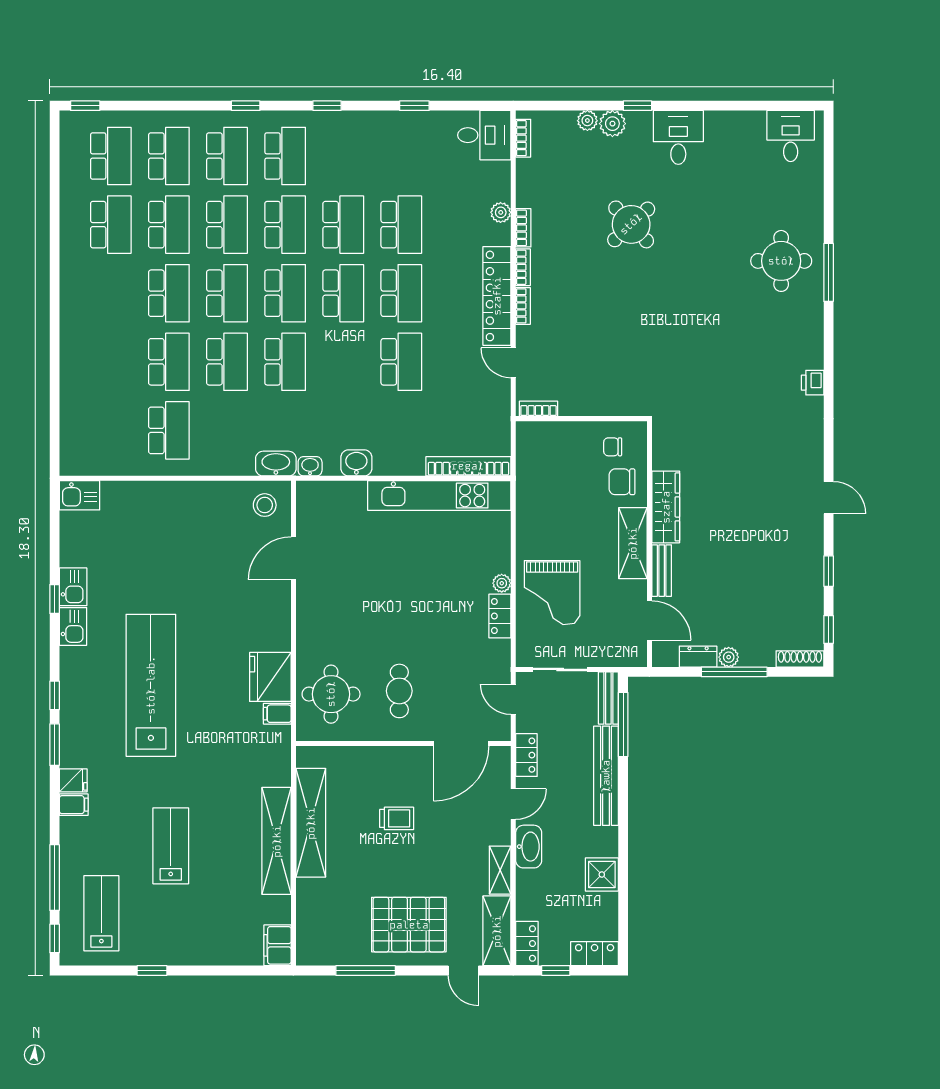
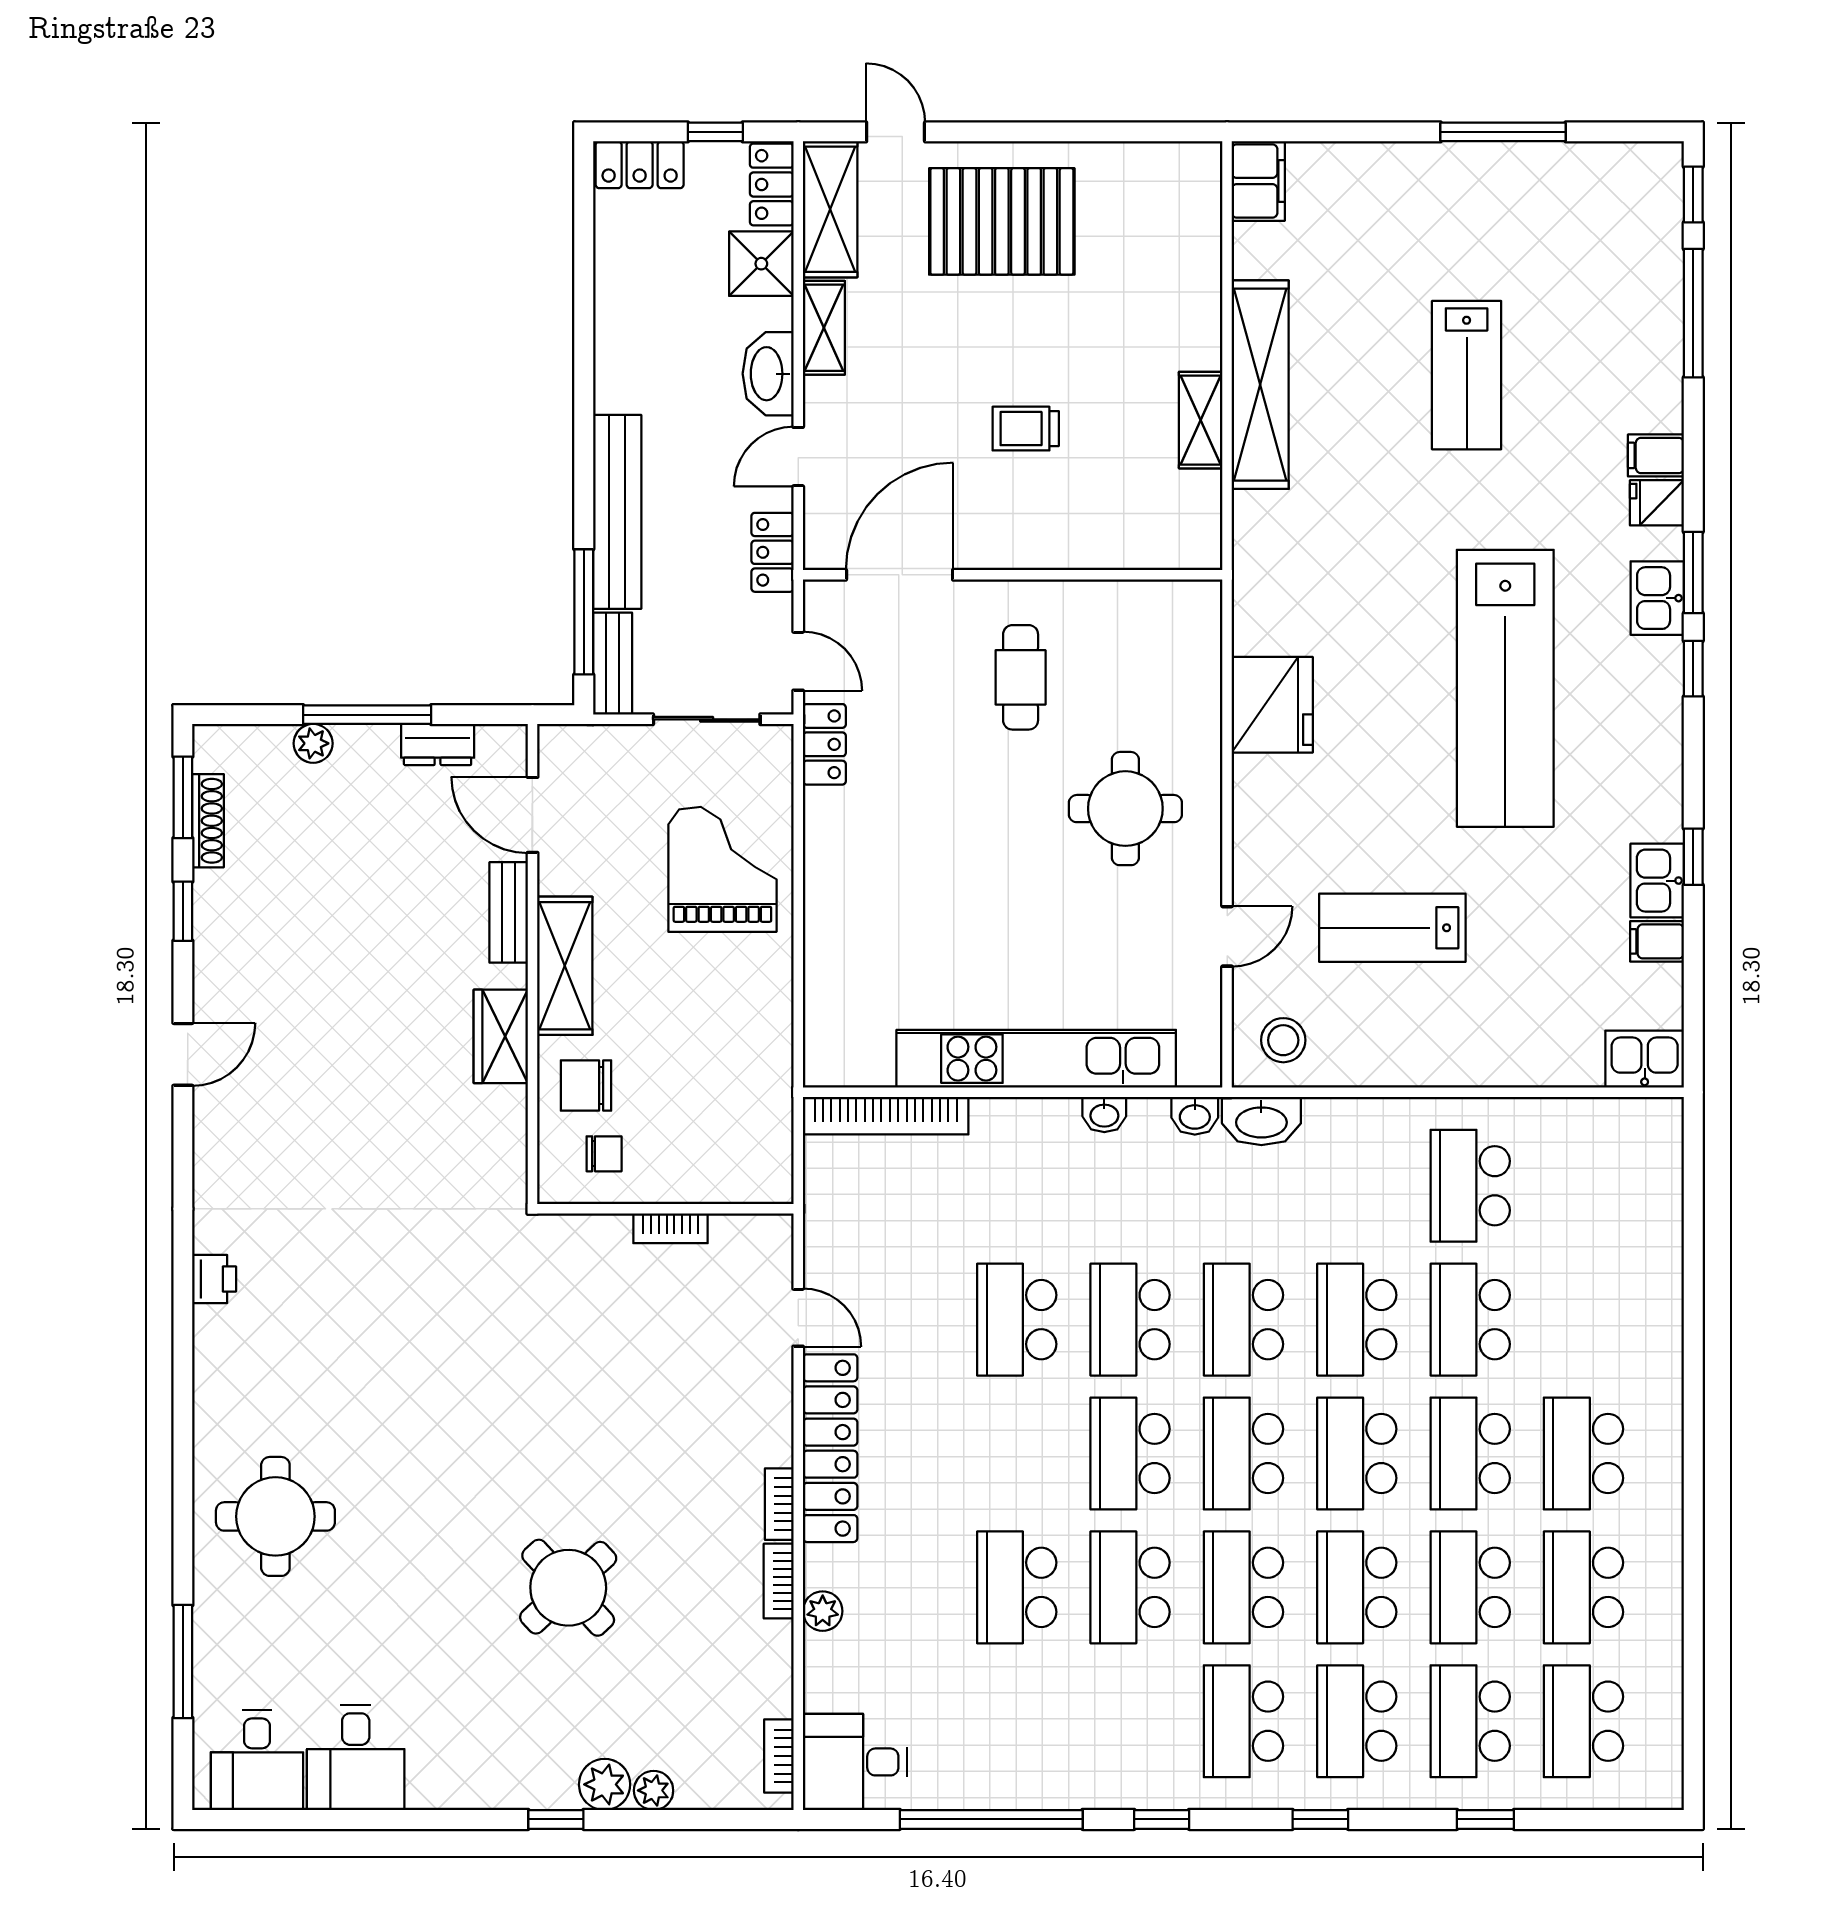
window: (85, 106) -> (1485, 1819), moved
window: (414, 106) -> (991, 1819), width x3.17
desk: (678, 137) -> (356, 1758), moved
window: (829, 272) -> (183, 1662), moved
school desk: (111, 293) -> (1583, 1453), added
school desk: (401, 293) -> (1130, 1320), moved
bookcase: (523, 306) -> (779, 1429), removed
bookcase: (538, 409) -> (670, 1228), moved
washbasin: (356, 463) -> (1104, 1115), width x0.72, depth x0.69
chair: (622, 482) -> (586, 1085), turned 180
kitchen unit: (439, 496) -> (1036, 1059), moved
door: (829, 498) -> (183, 1054), swing flipped
wardrobe: (666, 507) -> (501, 1036), width x0.67
door: (293, 558) -> (1227, 936), width x0.73
plant: (502, 583) -> (821, 888), removed
locker: (500, 616) -> (824, 744), moved
kitchen sink: (73, 626) -> (1657, 598), moved
window: (829, 629) -> (183, 797), width x1.50
plant: (729, 657) -> (313, 743), moved
shoe rack: (800, 659) -> (208, 821), moved, turned -90
round table: (331, 694) -> (1125, 809), moved
filing cabinet: (277, 714) -> (1657, 941), moved, turned 180
shelving: (311, 823) -> (1201, 420), width x0.45, depth x0.75
shower: (602, 874) -> (761, 264), moved
lab bench: (101, 913) -> (1392, 928), moved, turned 90
window: (152, 970) -> (1503, 132), width x2.17
window: (366, 970) -> (1086, 132), removed

